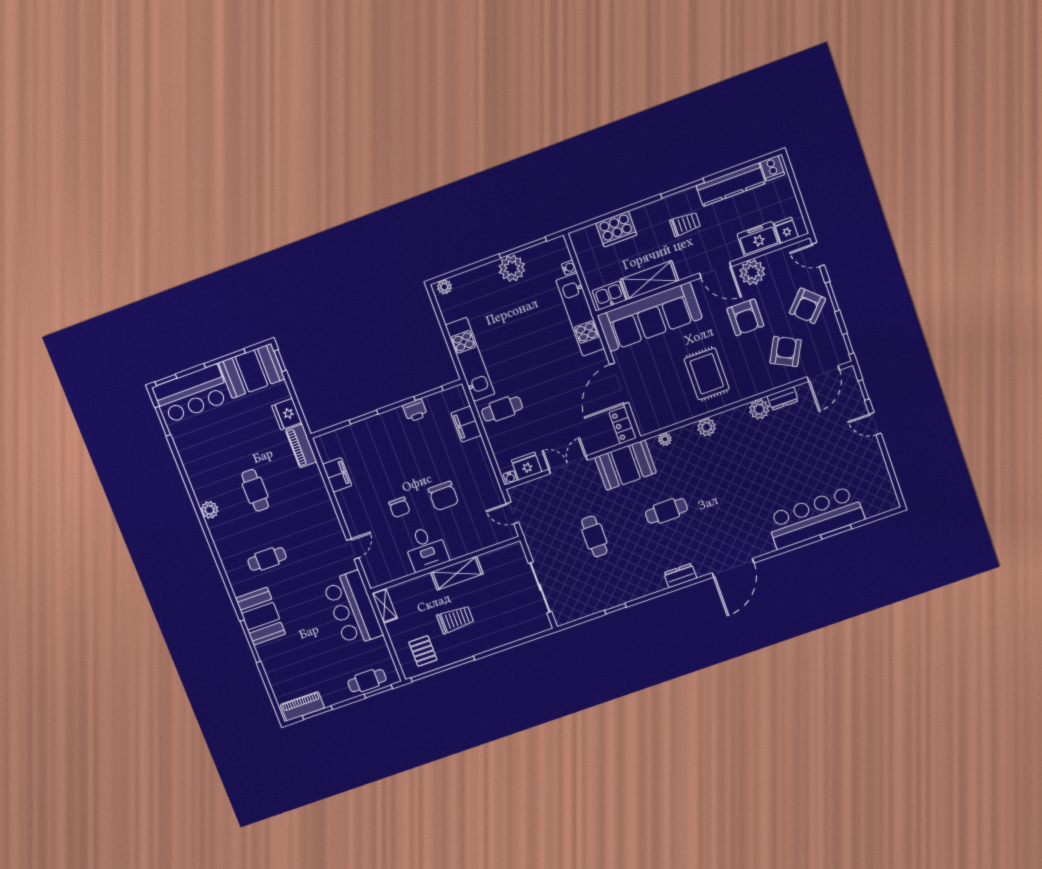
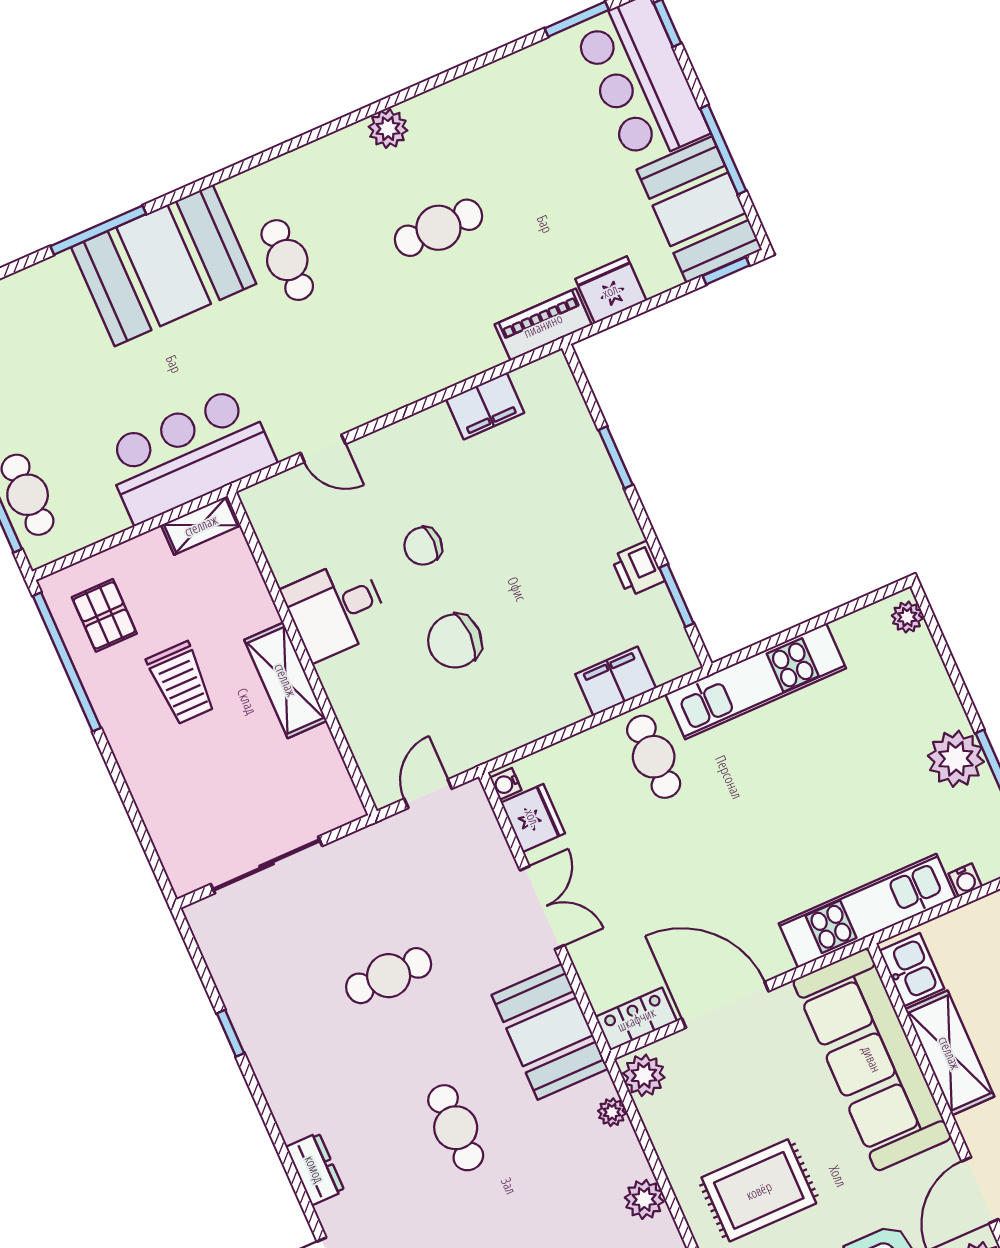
plant: (649, 423) -> (644, 1075), added
booth: (260, 616) -> (164, 266), width x1.36, depth x1.42
pallet: (423, 651) -> (104, 615), turned 90

